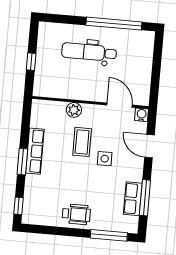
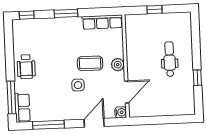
window: (114, 24) -> (197, 78), width x0.32
dental chair: (89, 52) -> (170, 59), width x0.73, depth x0.72
plant: (74, 110) -> (118, 65), moved
row of seats: (35, 151) -> (102, 22), moved
row of seats: (133, 199) -> (22, 108), moved, turned 90

